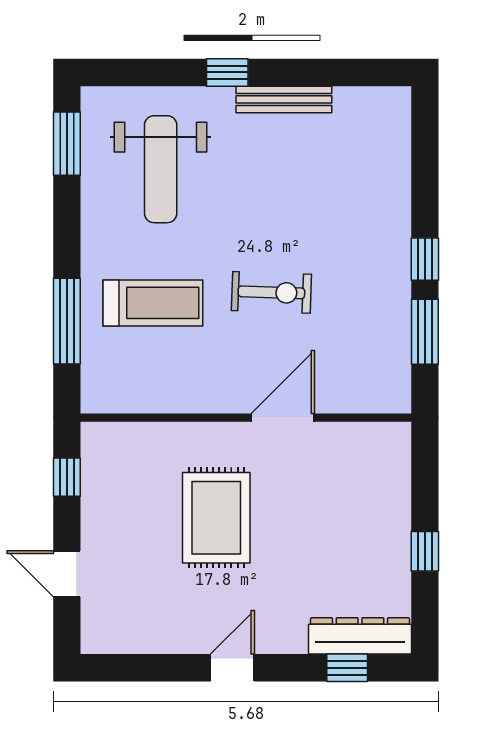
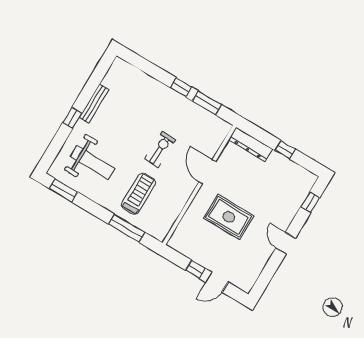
window: (67, 477) -> (195, 269), moved
dresser: (360, 636) -> (250, 144), moved, turned -90

